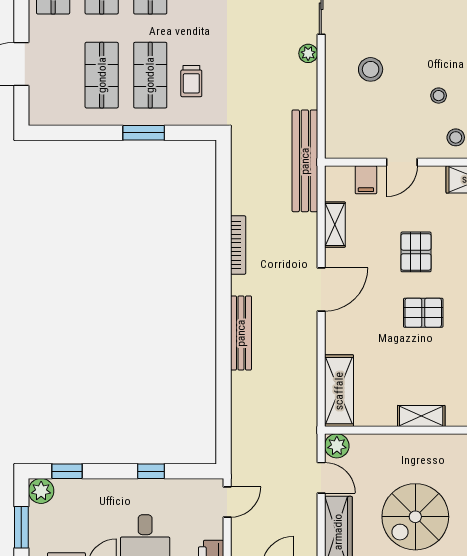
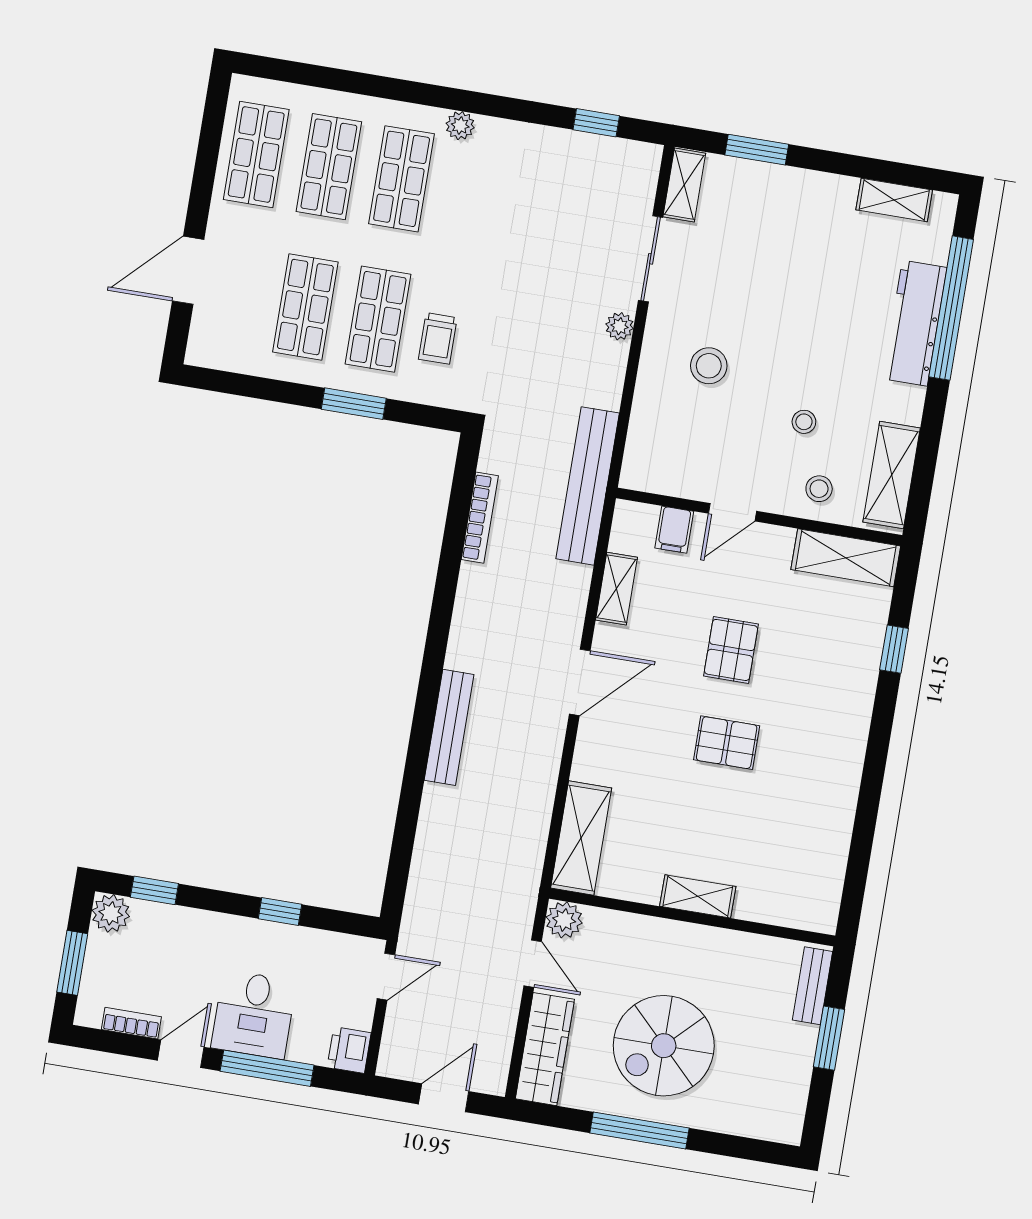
bookcase: (238, 245) -> (480, 518), moved

